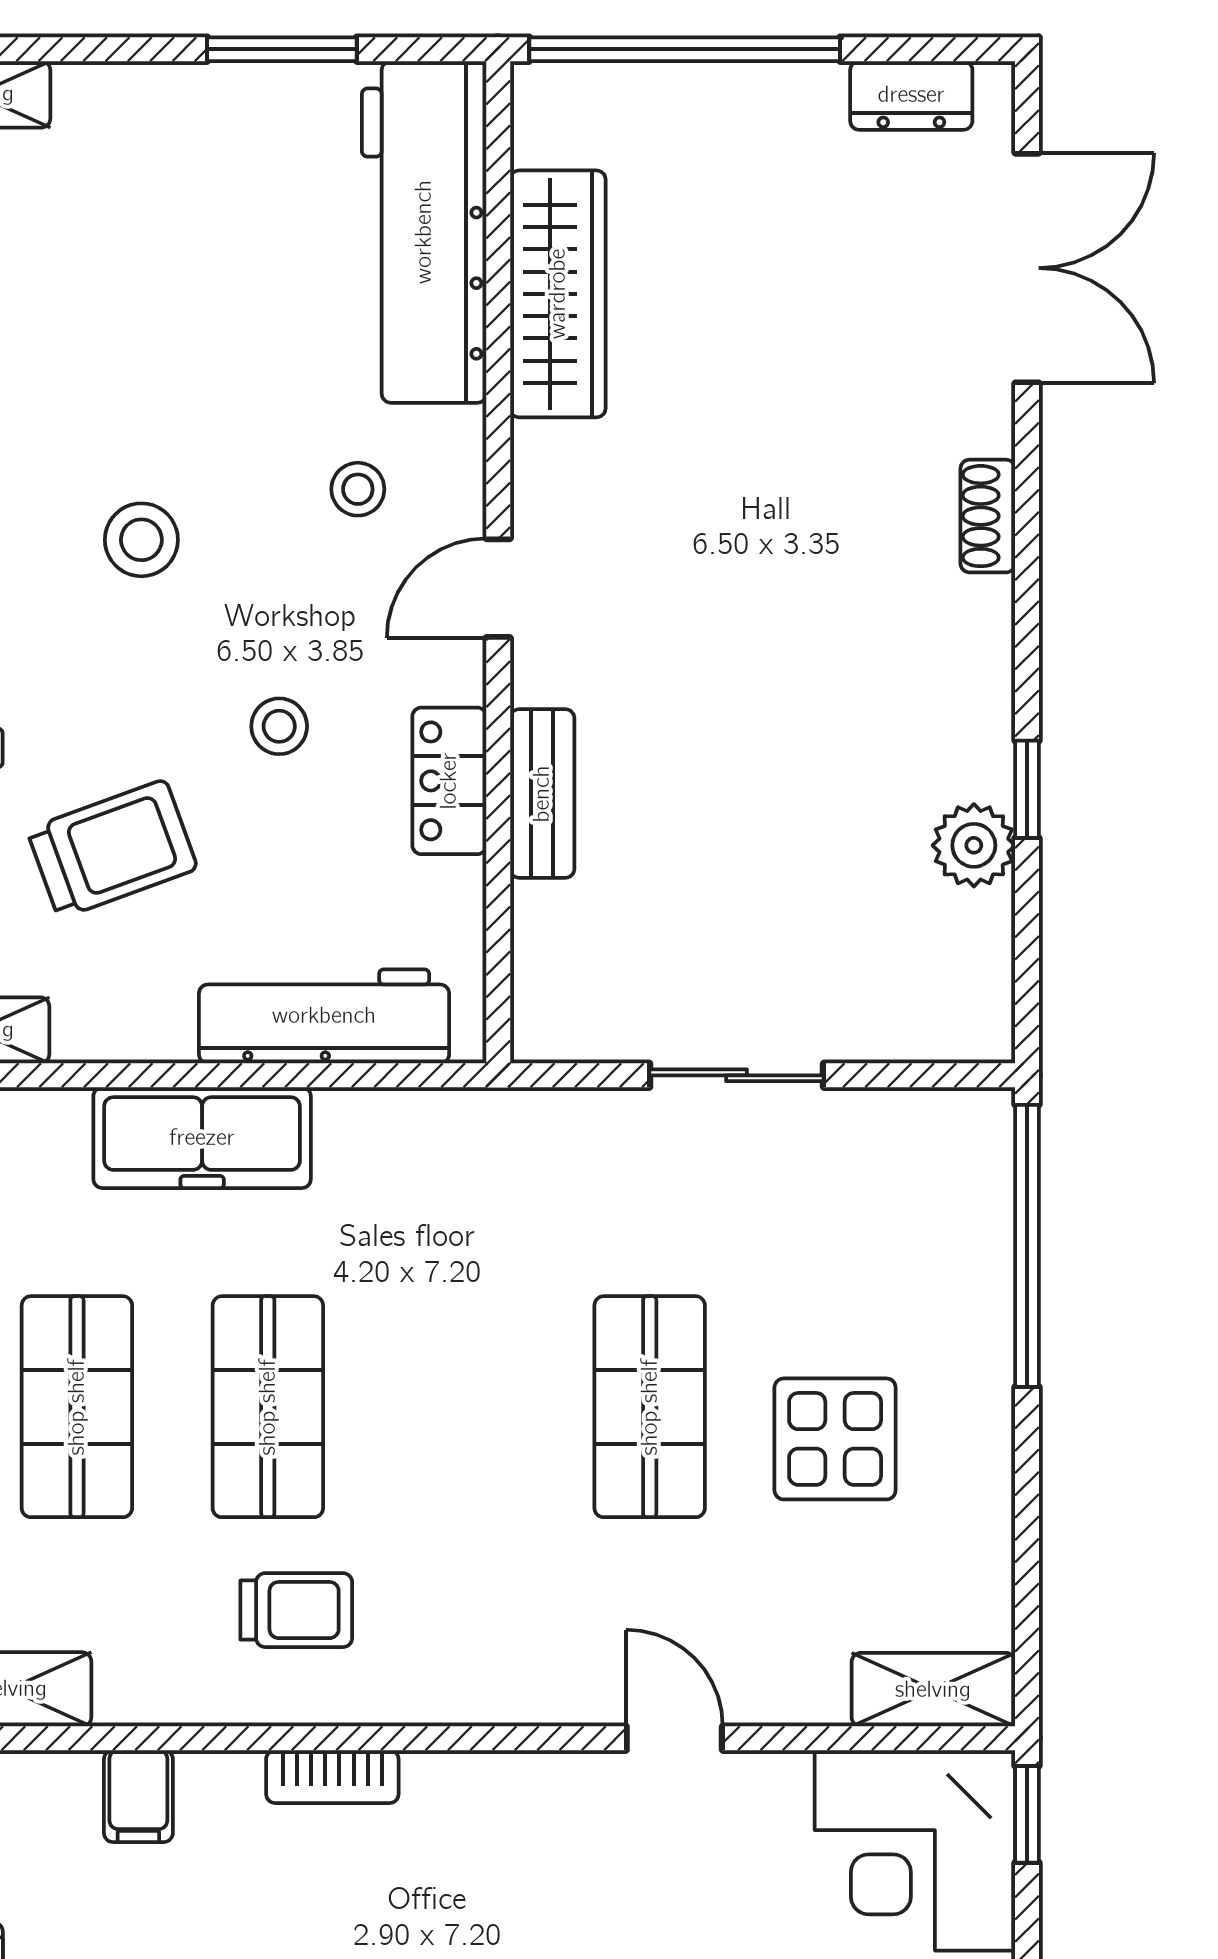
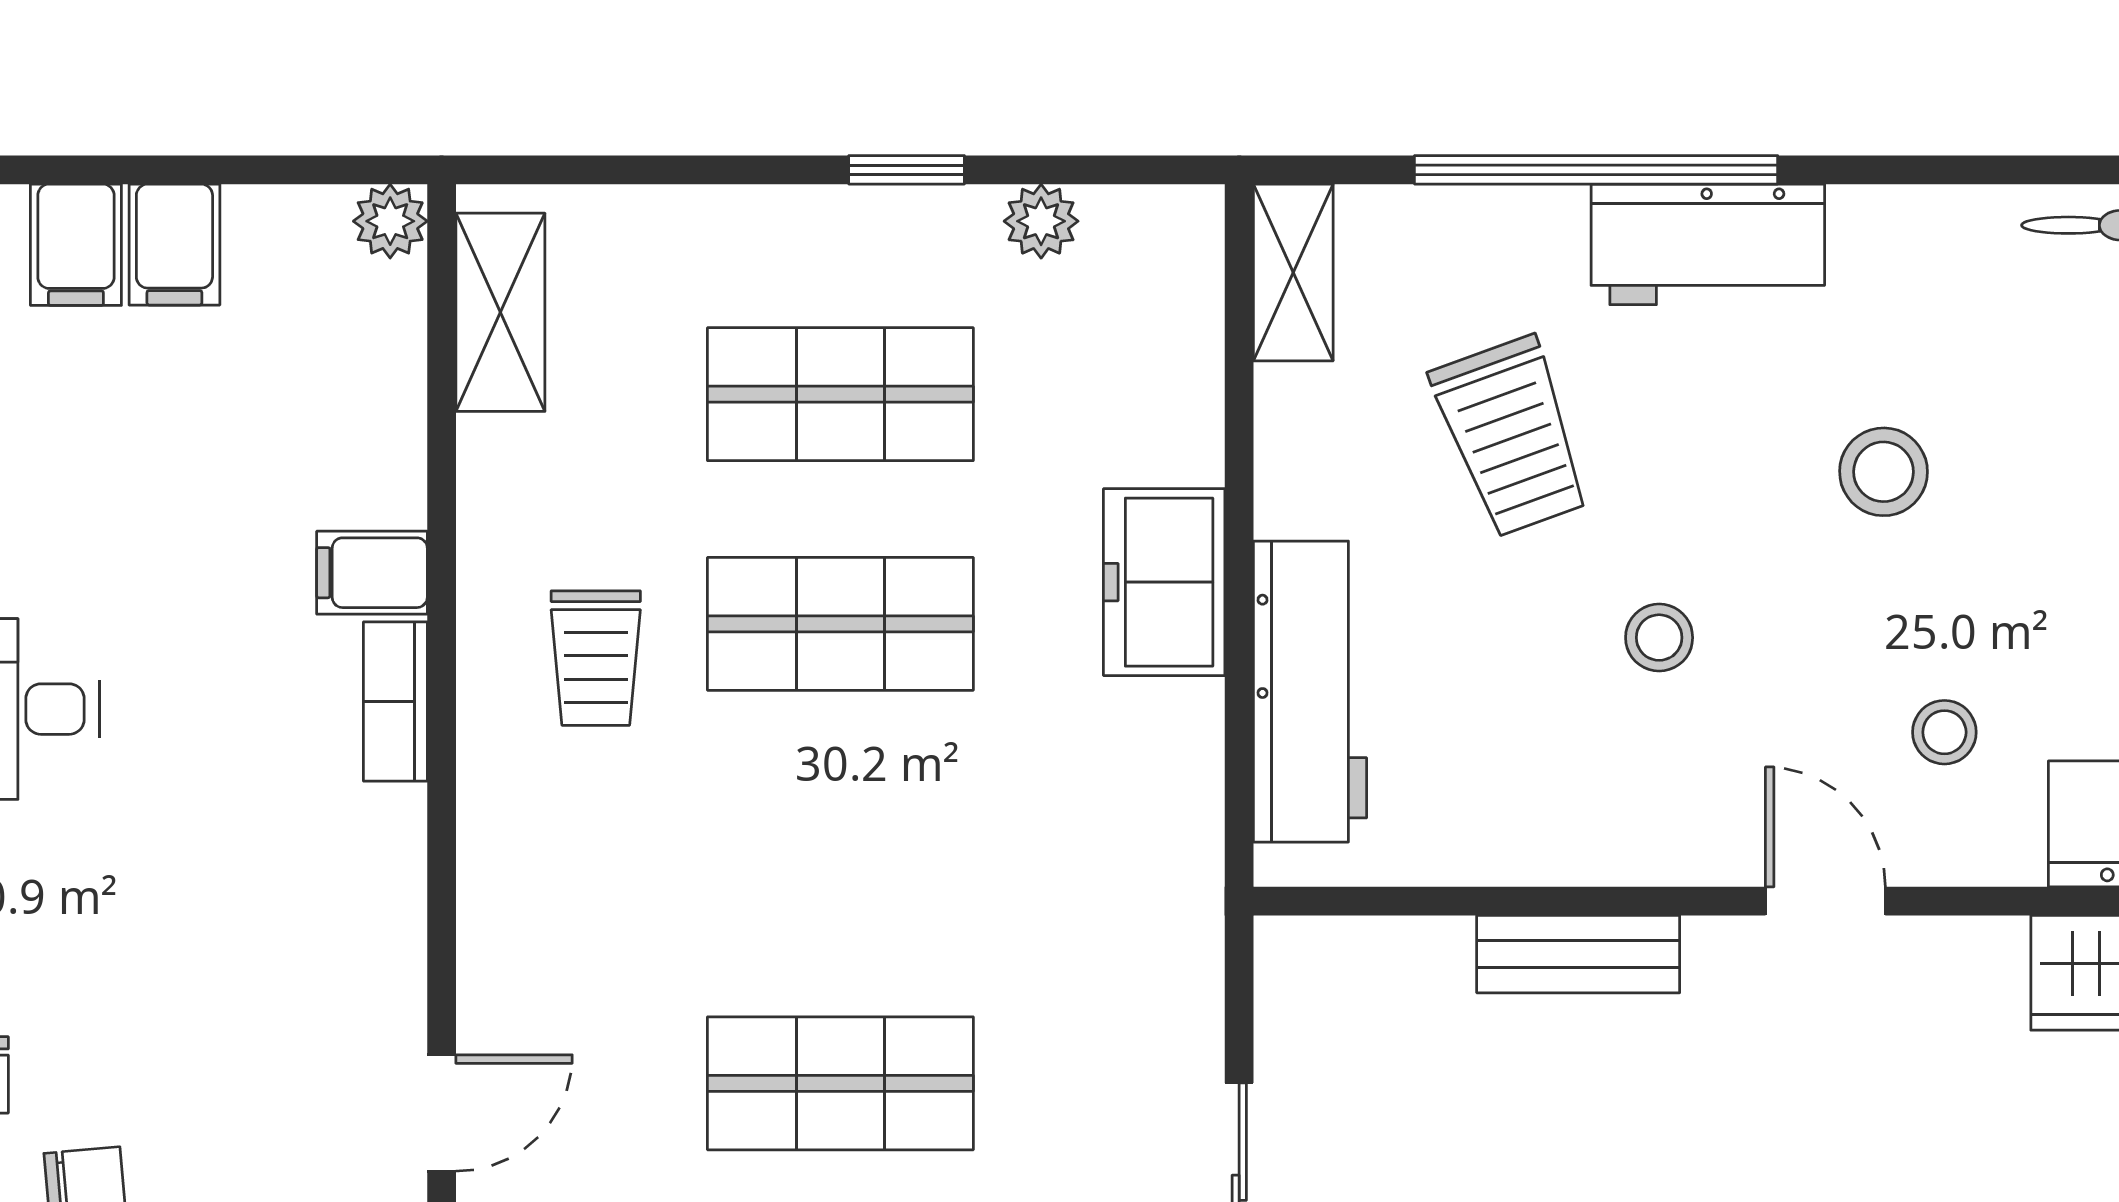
locker: (449, 781) -> (1593, 842), removed
freezer: (202, 1138) -> (1164, 582), width x0.71
filing cabinet: (138, 1796) -> (372, 573), moved

